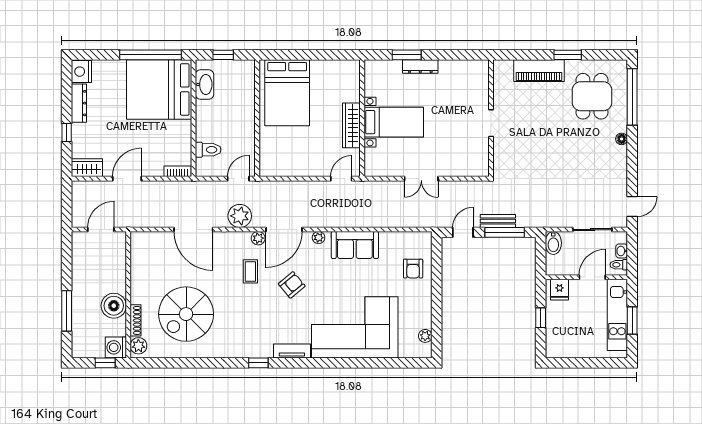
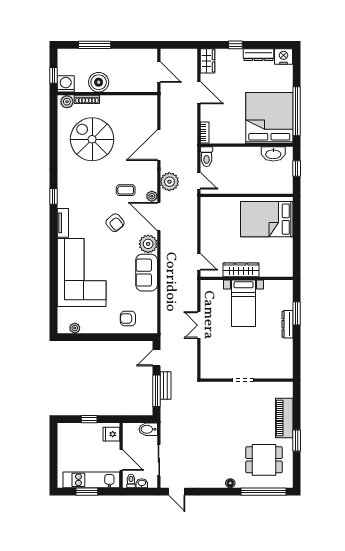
toilet: (208, 150) -> (207, 157), moved
door: (463, 232) -> (157, 358), swing flipped
plant: (319, 238) -> (148, 244), width x1.87, depth x1.87

